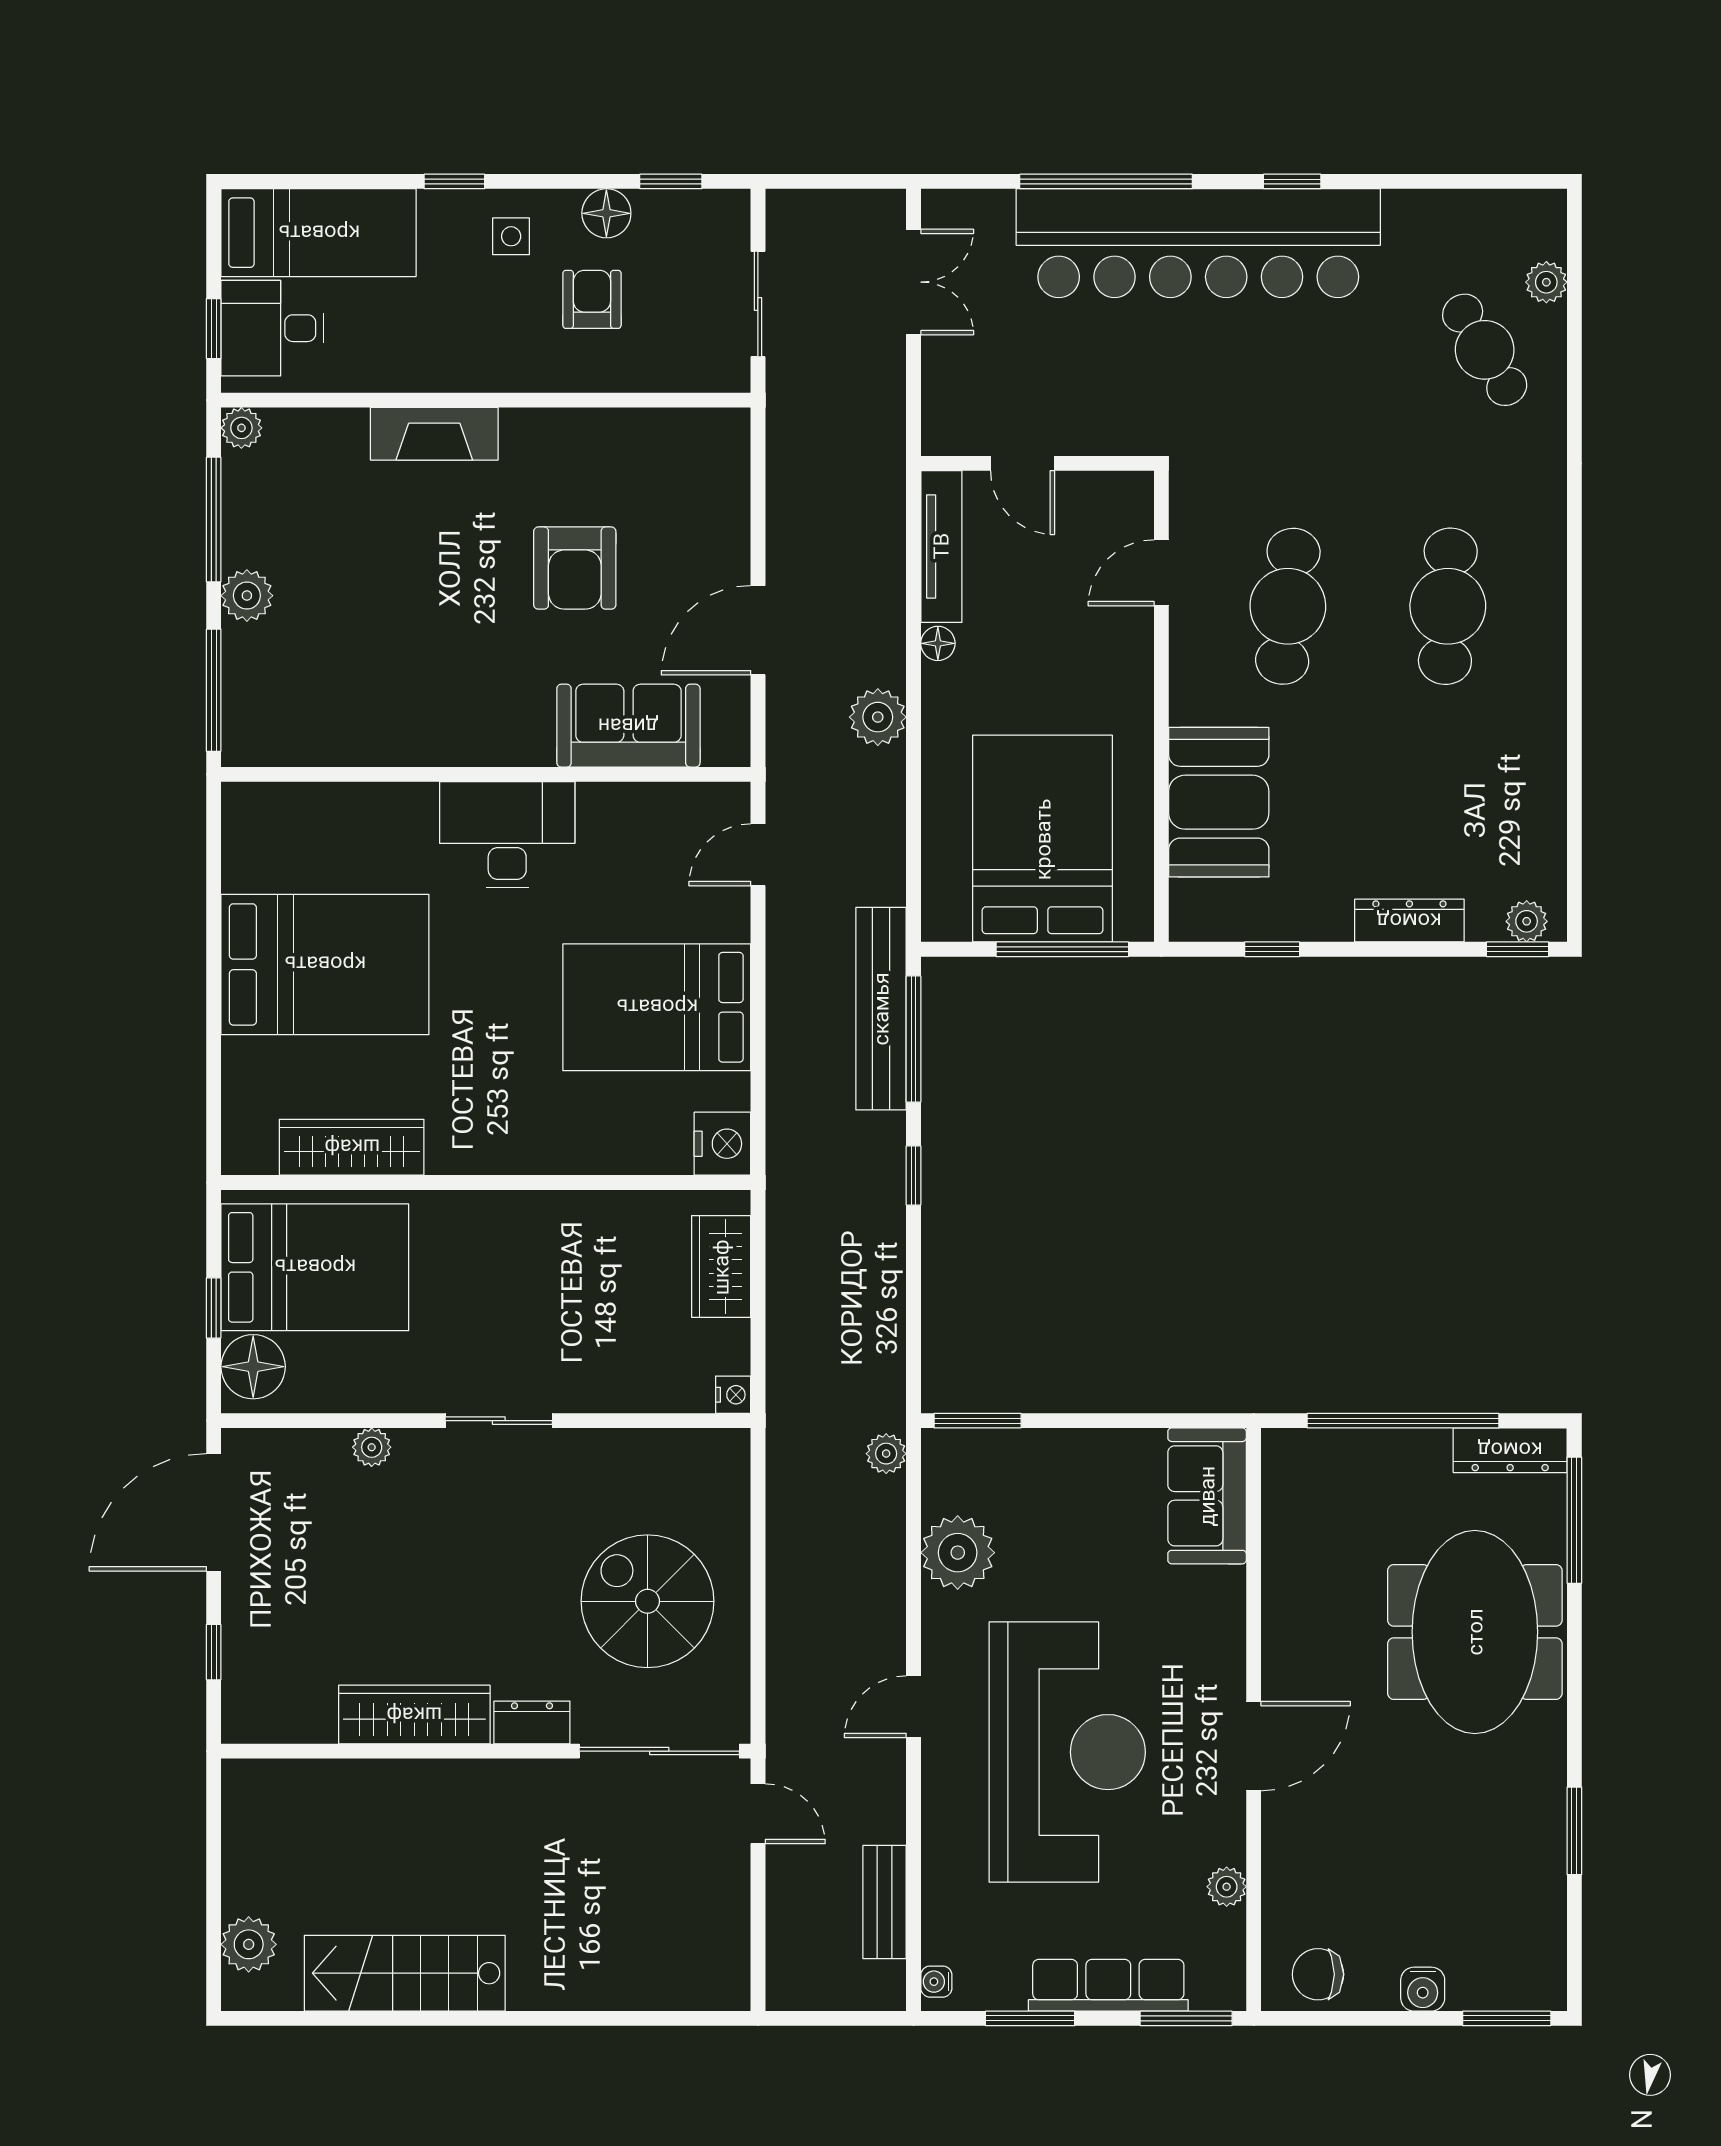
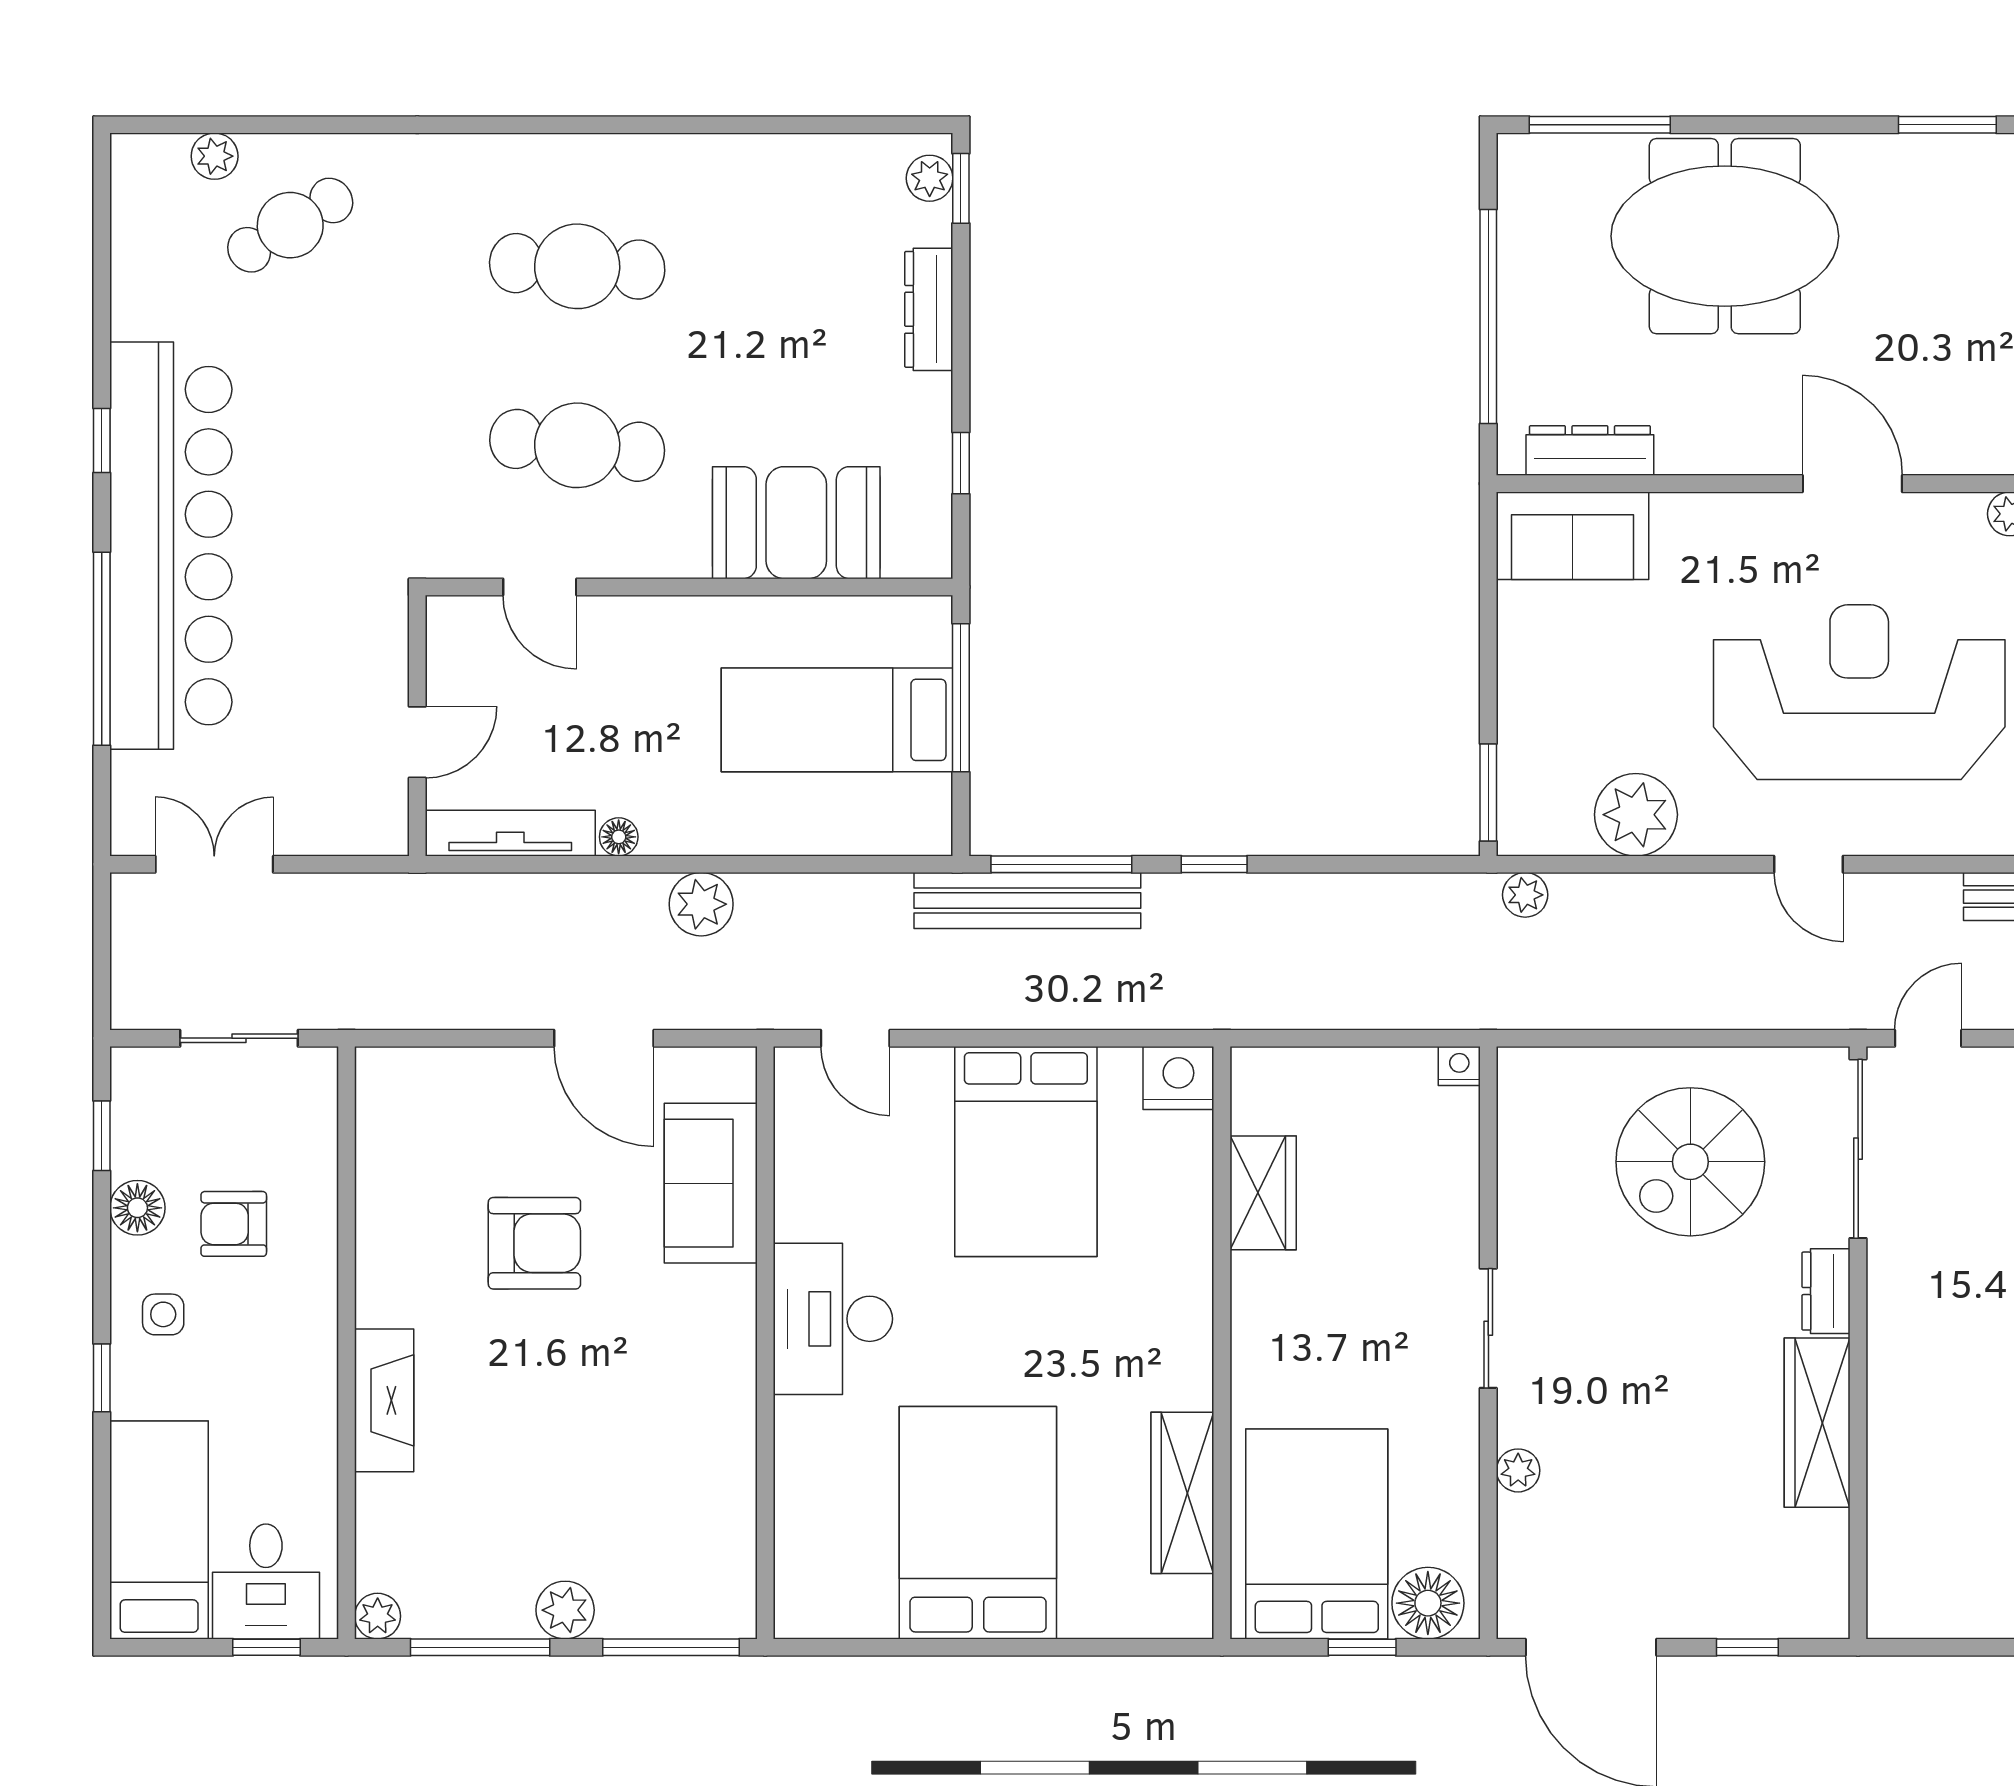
bed: (1043, 839) -> (837, 720), width x0.67
wardrobe: (721, 1267) -> (1263, 1193), moved, turned -90
dresser: (1510, 1450) -> (1590, 451), moved, turned -90

